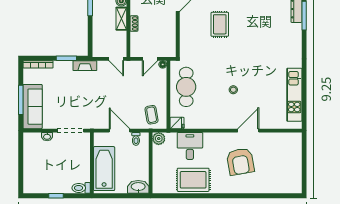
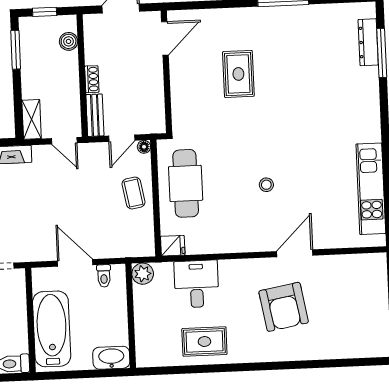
shelving: (121, 19) -> (32, 119), moved
bench: (135, 45) -> (95, 115), added
coffee table: (152, 115) -> (134, 193), moved
rug: (193, 180) -> (204, 341), width x0.73, depth x0.70

